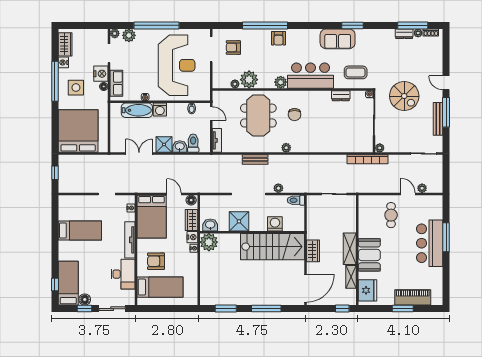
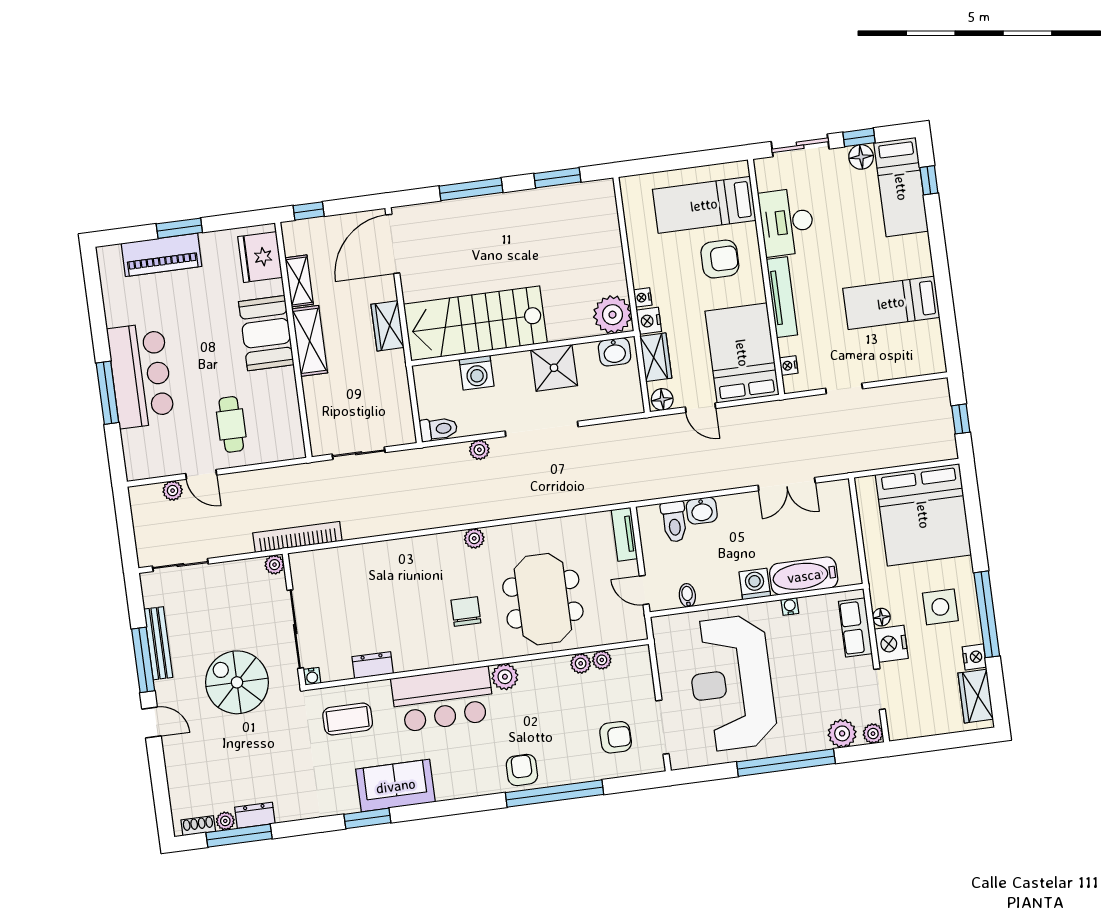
plant: (249, 80) -> (581, 663), width x0.53, depth x0.53
shower: (164, 144) -> (736, 511), removed
bench: (255, 159) -> (537, 504), removed

